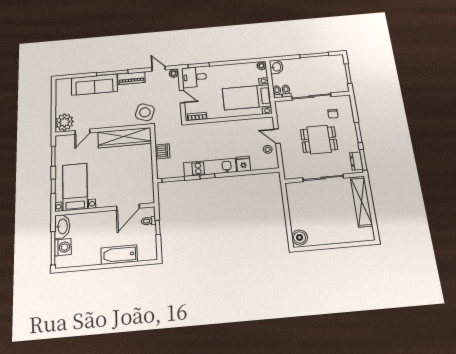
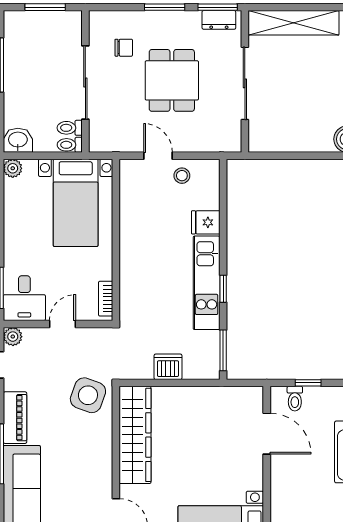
door: (277, 136) -> (158, 156), swing flipped

